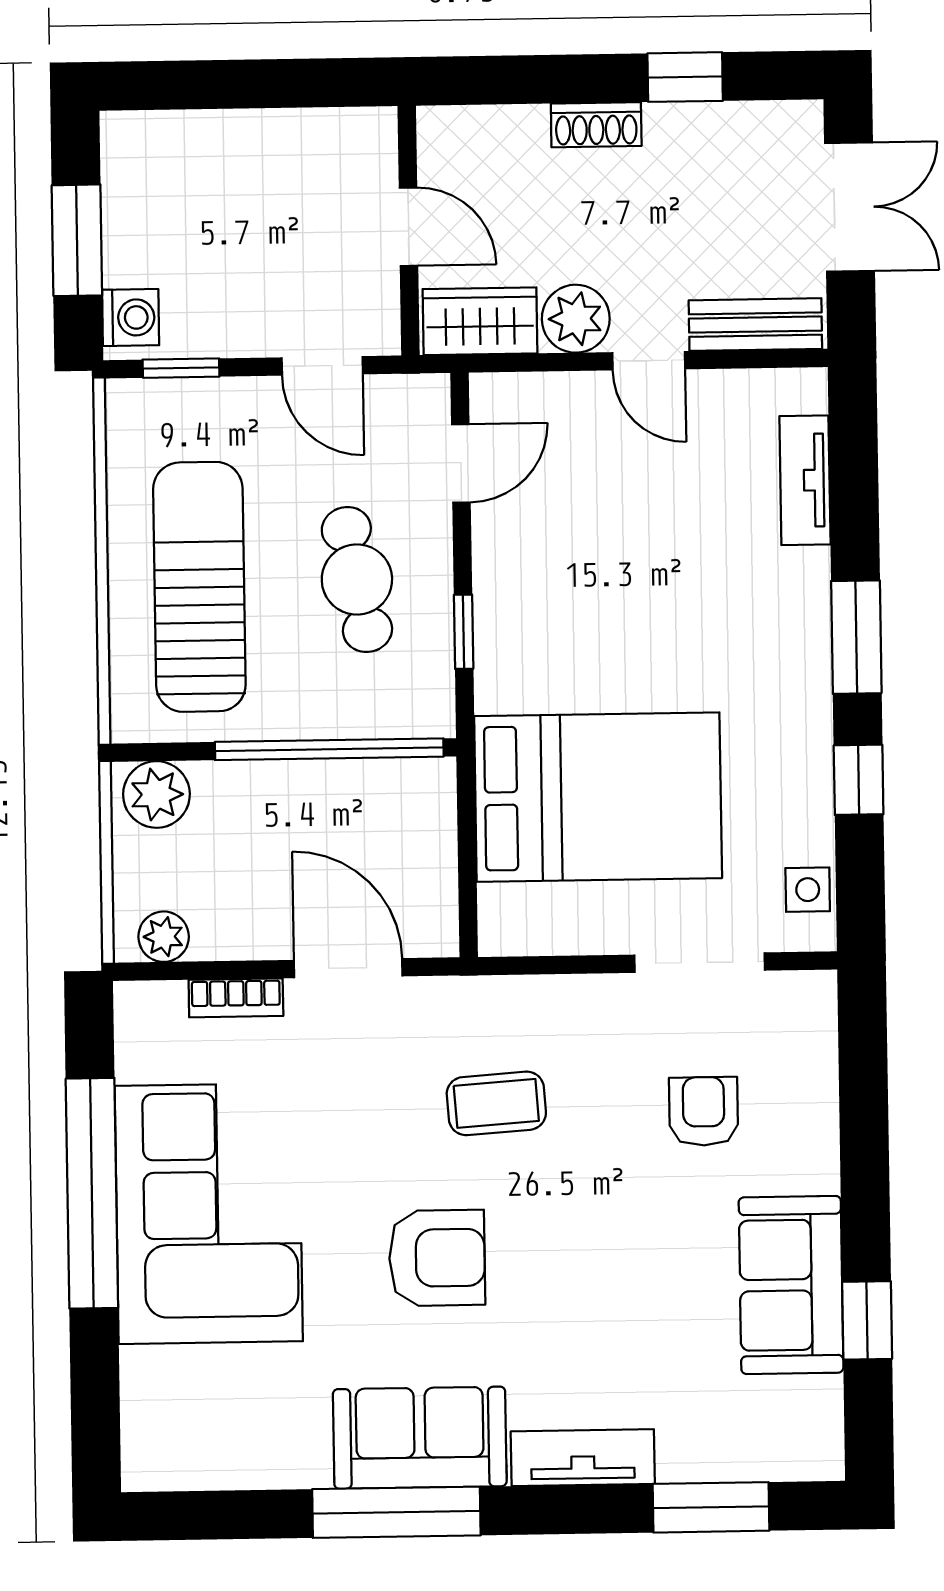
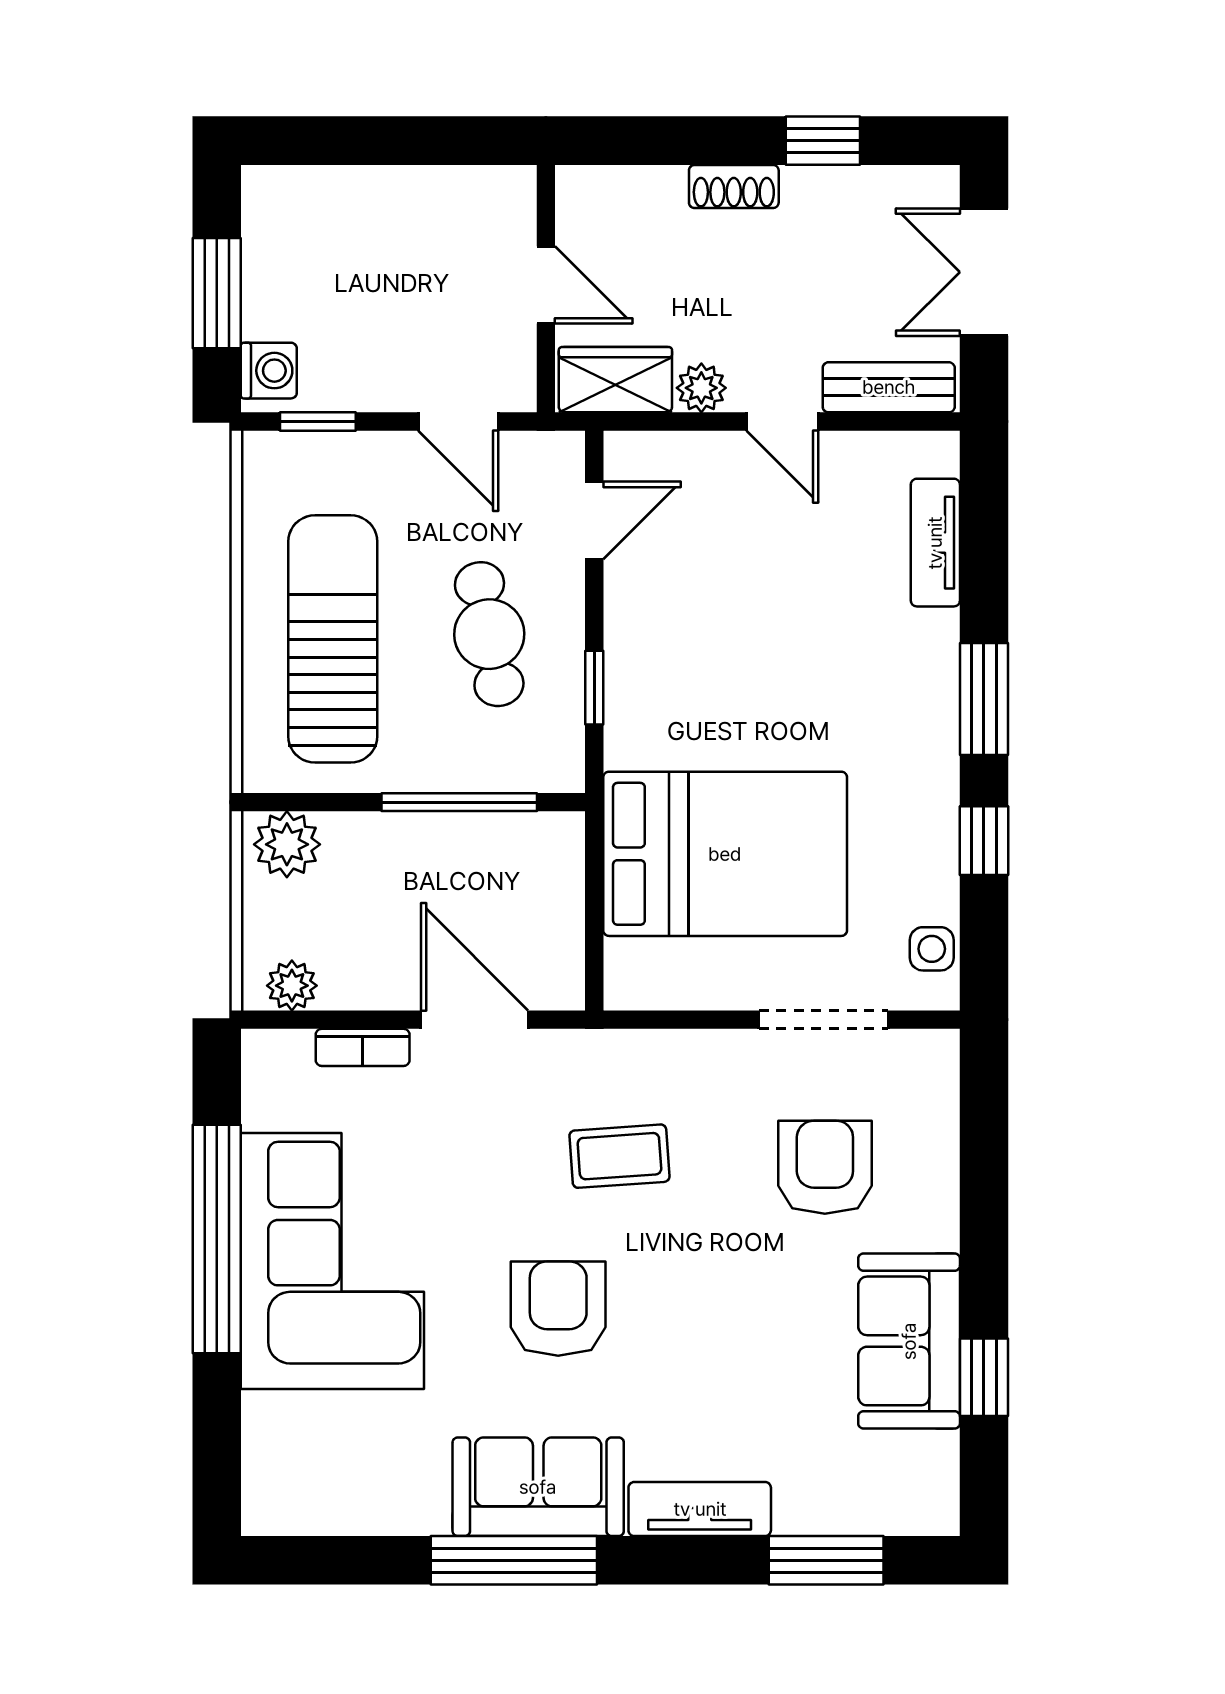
double door: (850, 207) -> (984, 272), swing flipped
plant: (576, 319) -> (701, 388), width x0.73, depth x0.73
window: (329, 749) -> (459, 802), width x0.68
armchair: (704, 1111) -> (825, 1167), width x1.38, depth x1.38
armchair: (437, 1258) -> (558, 1309), turned -90

